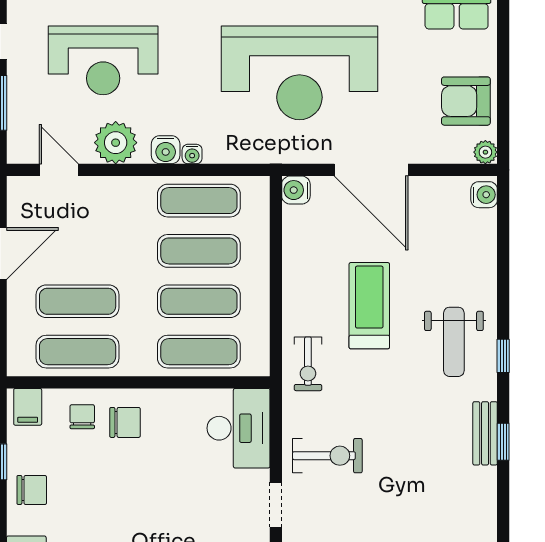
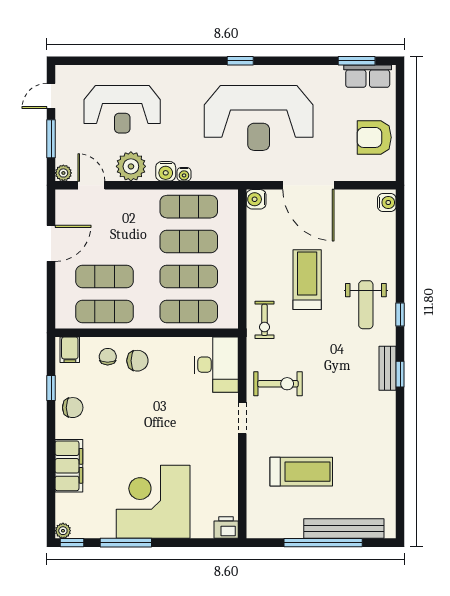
plant: (485, 152) -> (63, 173), moved

